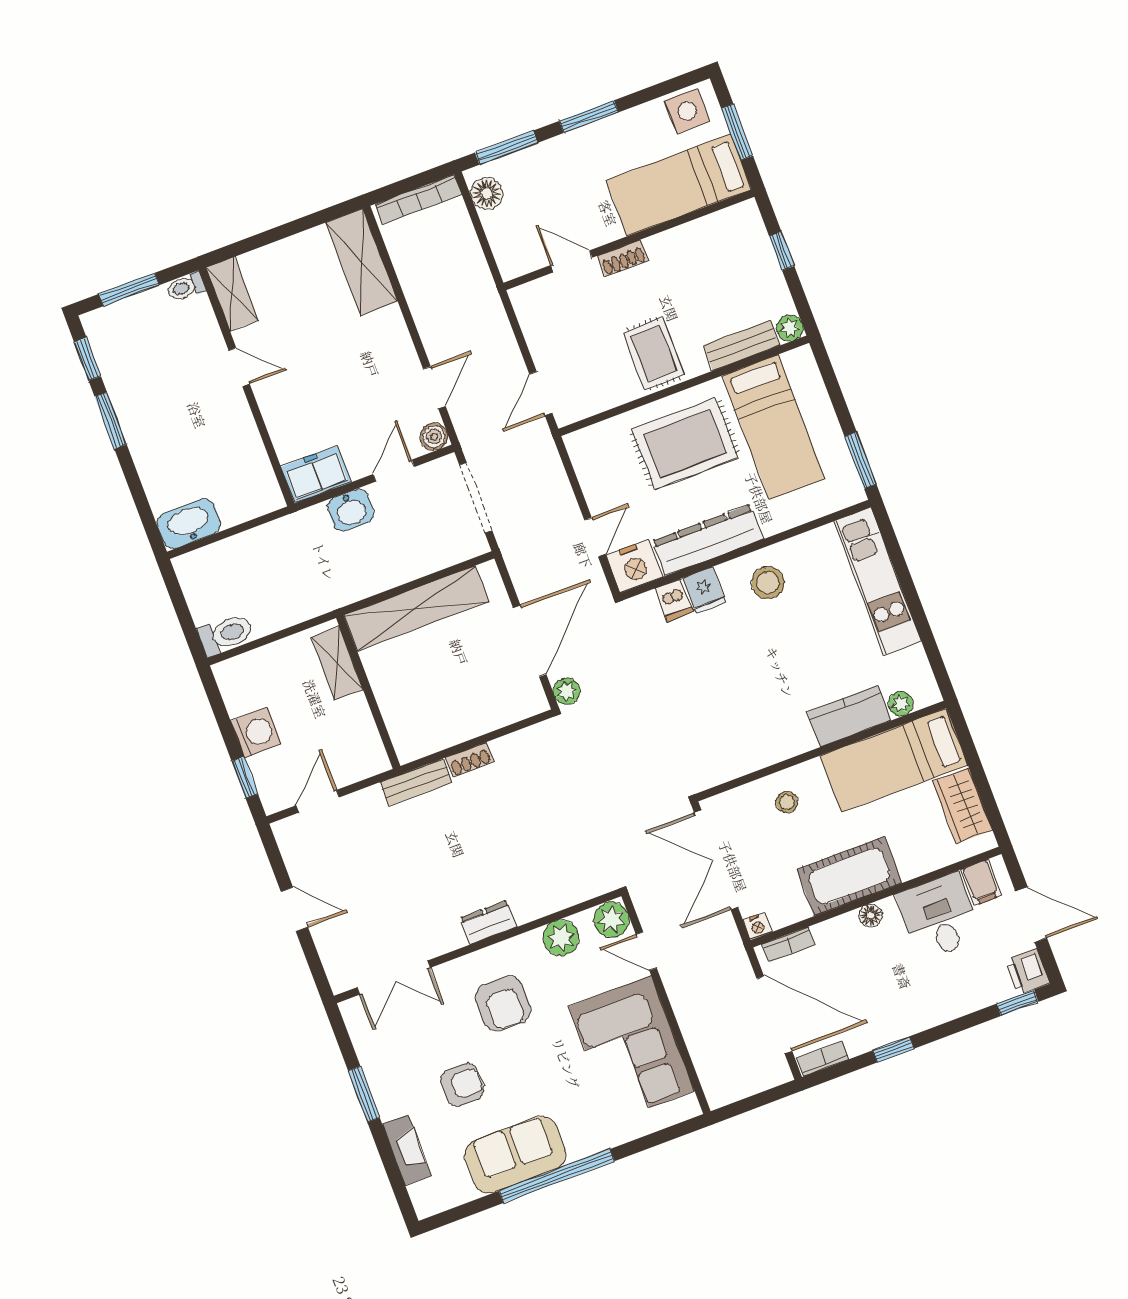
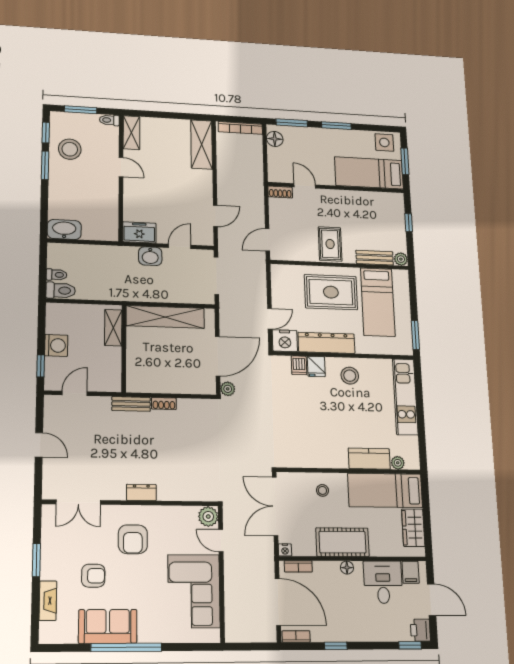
shoe rack: (623, 258) -> (280, 192), moved
stool: (140, 372) -> (70, 149), added
boiler: (434, 437) -> (206, 239), removed
toilet: (208, 610) -> (57, 275), added
plant: (561, 938) -> (178, 516), removed

